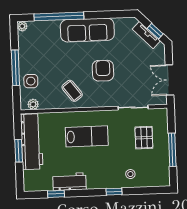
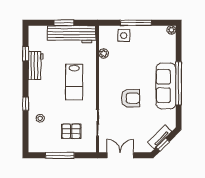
window: (59, 16) -> (179, 83), moved
coffee table: (72, 91) -> (114, 71), removed
plant: (33, 104) -> (104, 54), moved

